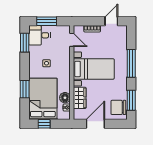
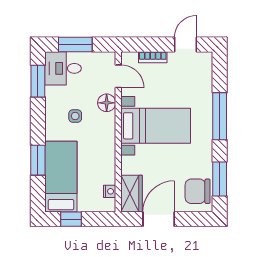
floor lamp: (65, 98) -> (107, 103), moved
wardrobe: (80, 98) -> (132, 194), moved
bed: (43, 99) -> (61, 177), width x0.67

